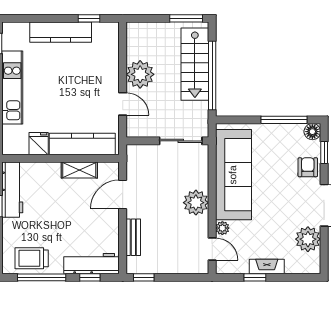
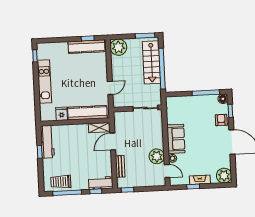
kitchen counter: (61, 32) -> (86, 47), moved
plant: (140, 74) -> (118, 47), moved
door: (123, 104) -> (110, 88), hinge flipped
shelving: (79, 170) -> (99, 128), moved
sofa: (233, 175) -> (176, 139), width x0.54, depth x0.79
plant: (196, 203) -> (157, 156), moved
plant: (308, 239) -> (224, 176), moved
workbench: (91, 264) -> (101, 183), width x0.73

